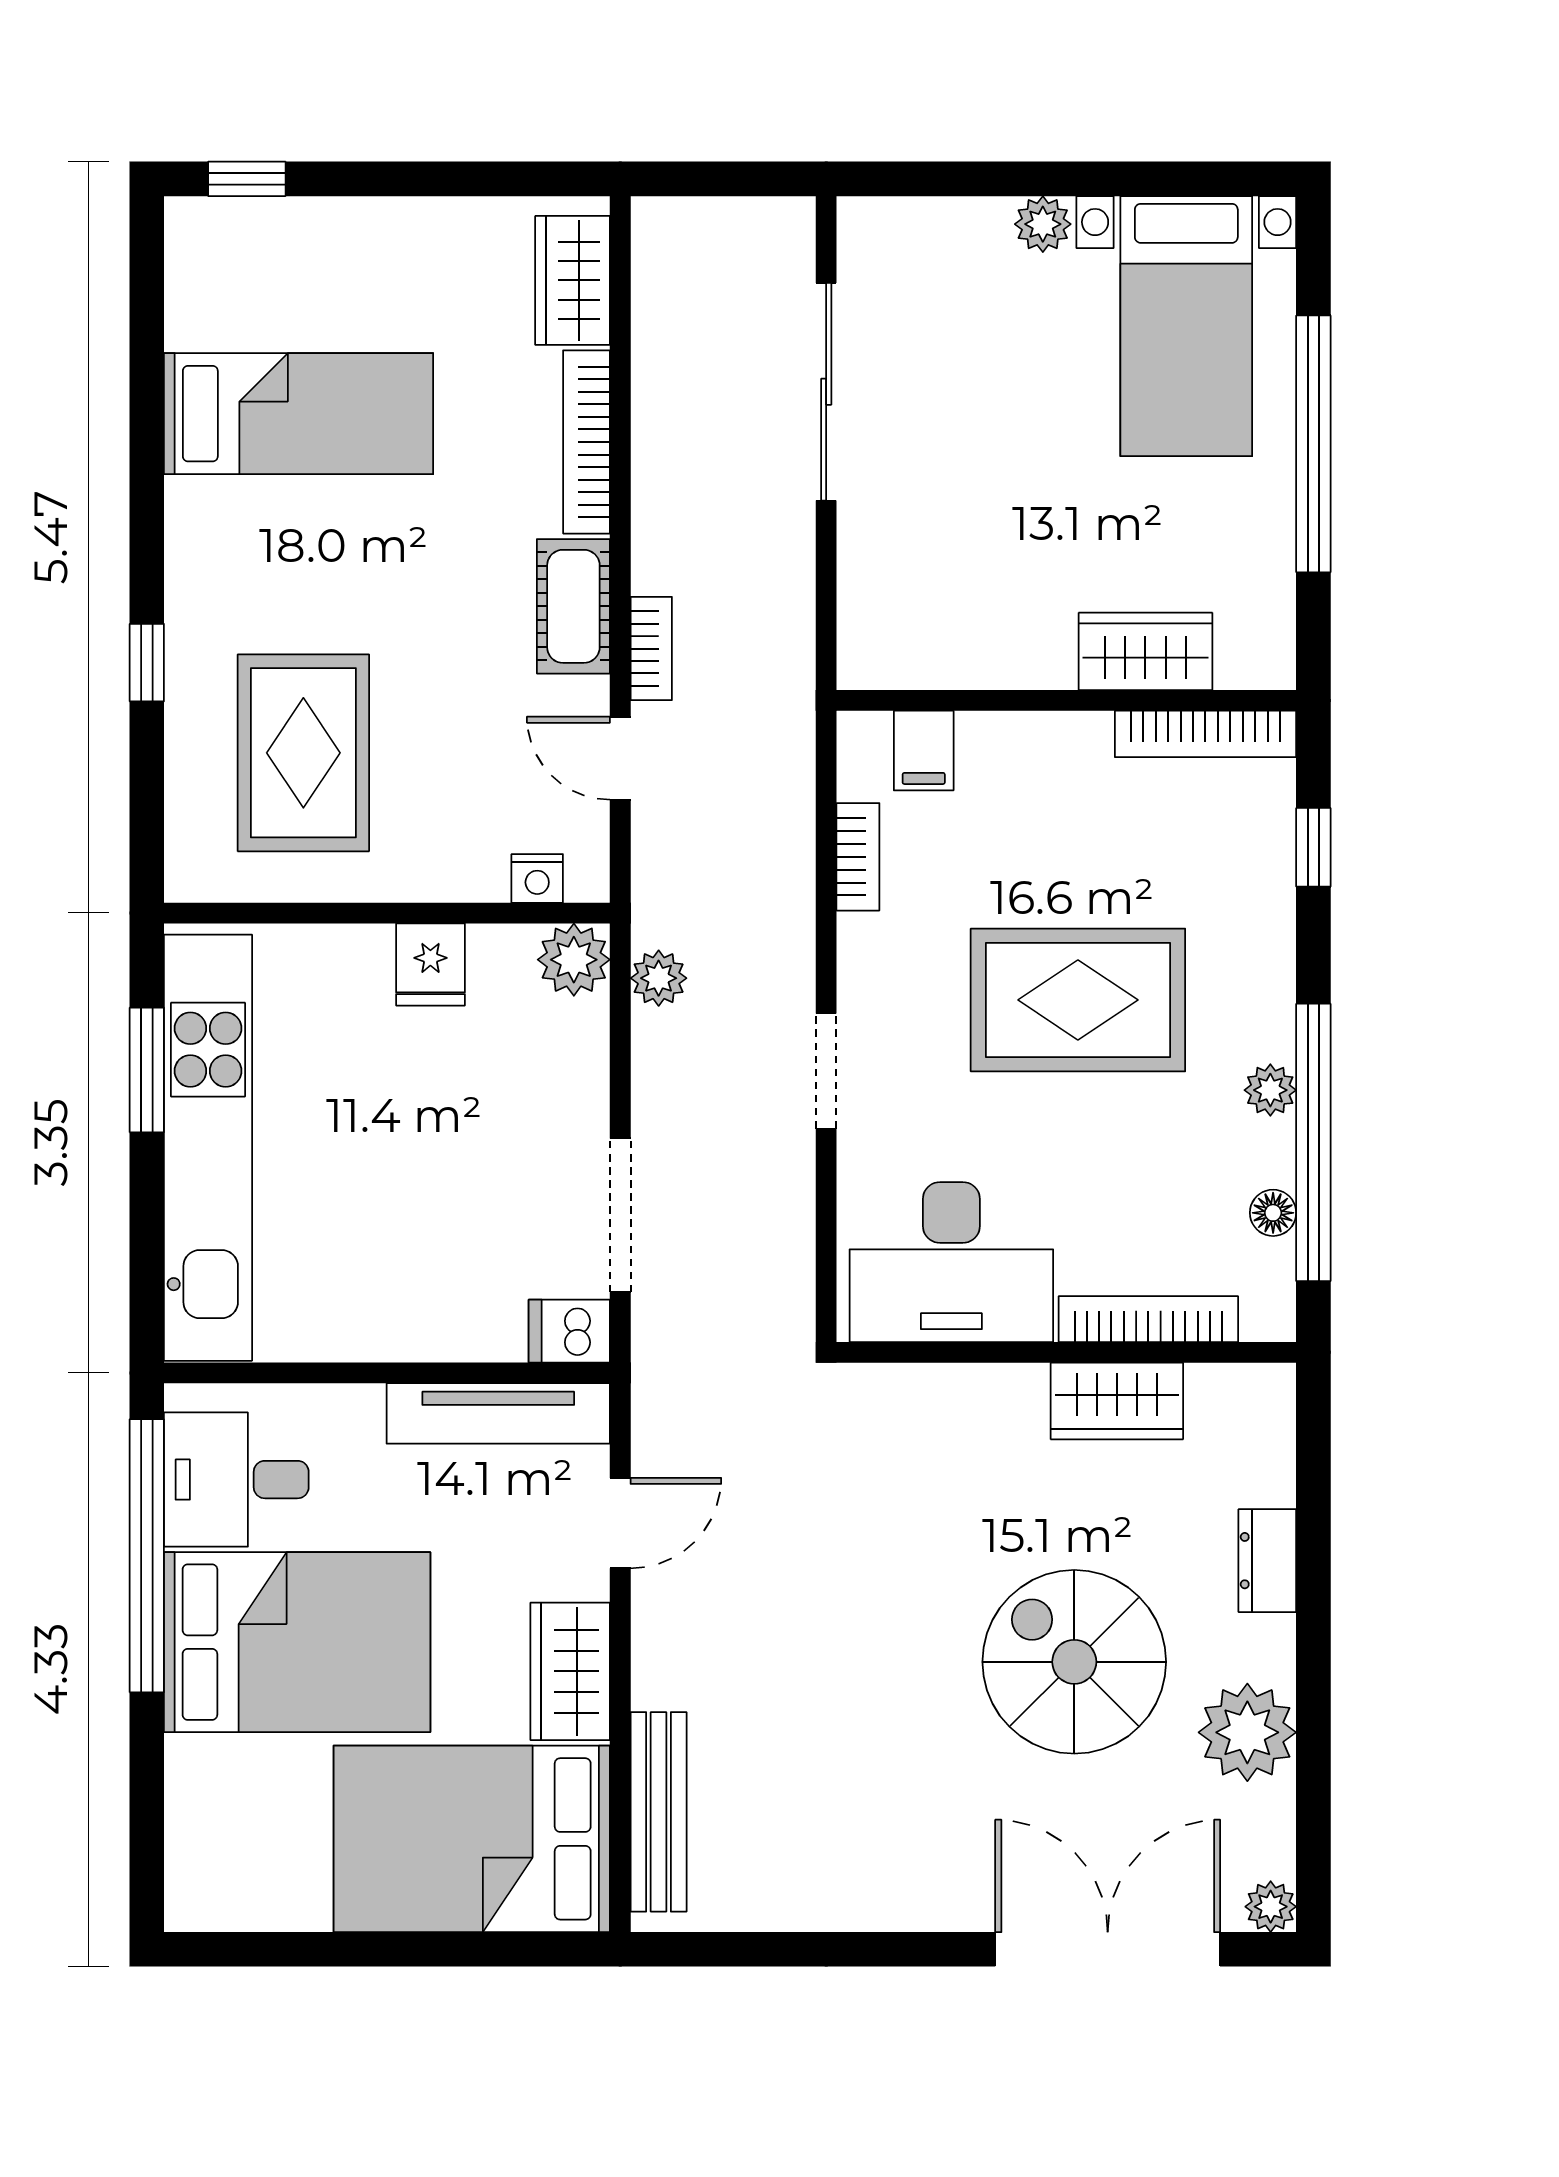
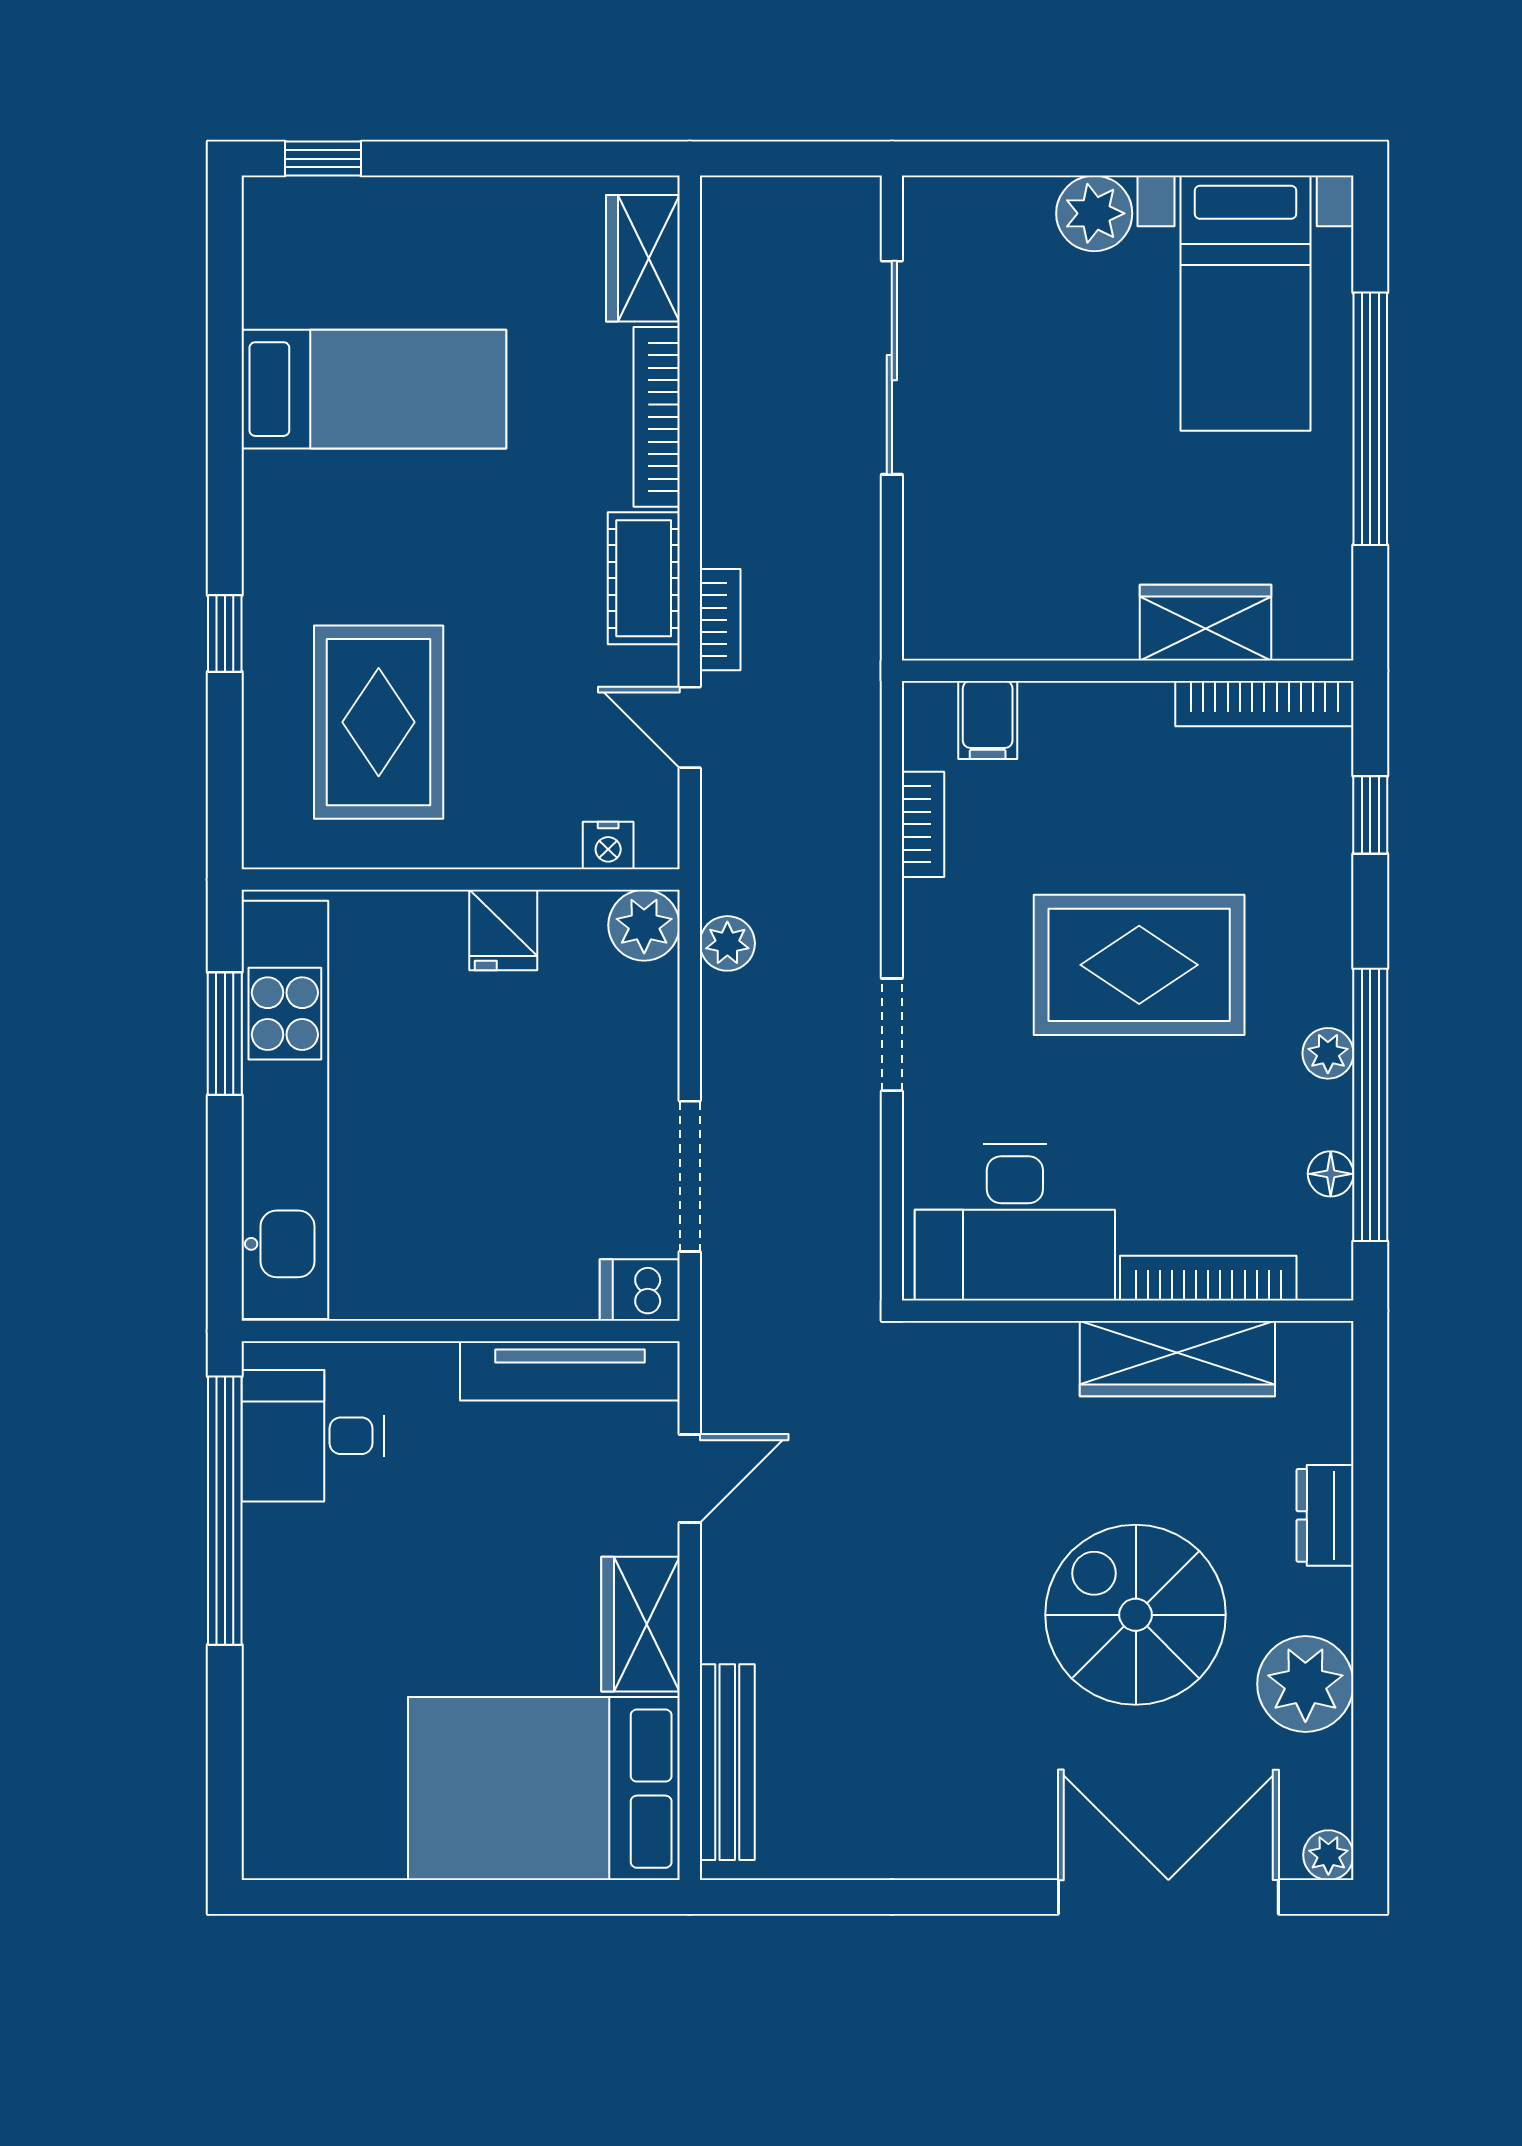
plant: (1043, 224) -> (1094, 213), width x1.38, depth x1.38
wardrobe: (1117, 1401) -> (1177, 1359), width x1.50
bed: (297, 1642) -> (372, 1595), removed

